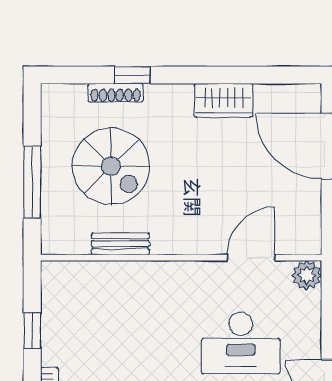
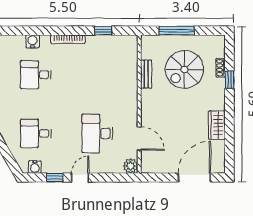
shoe rack: (116, 93) -> (221, 68), width x0.70

